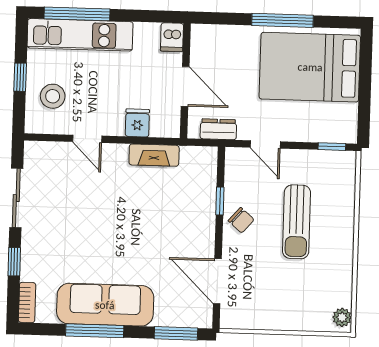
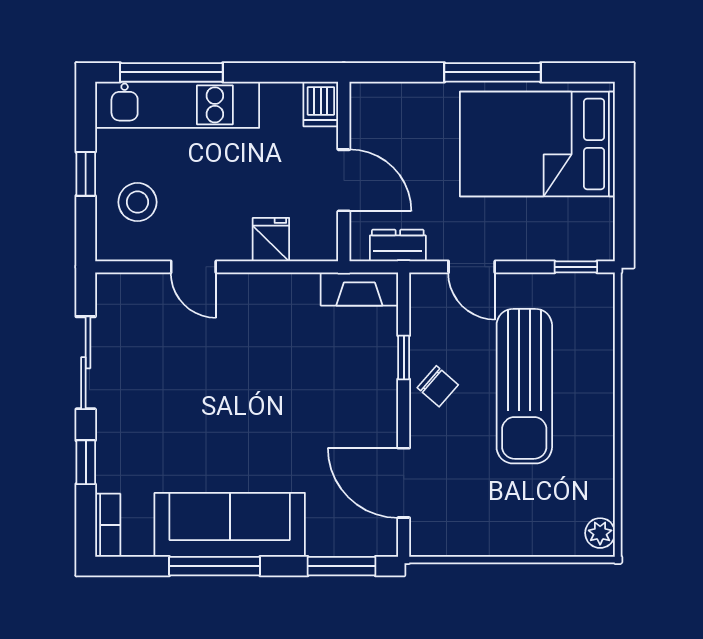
fireplace: (154, 155) -> (359, 289), moved
sun lounger: (297, 222) -> (524, 386), width x1.36, depth x1.34

